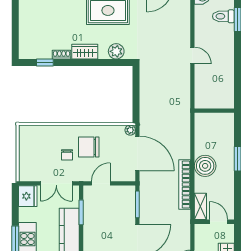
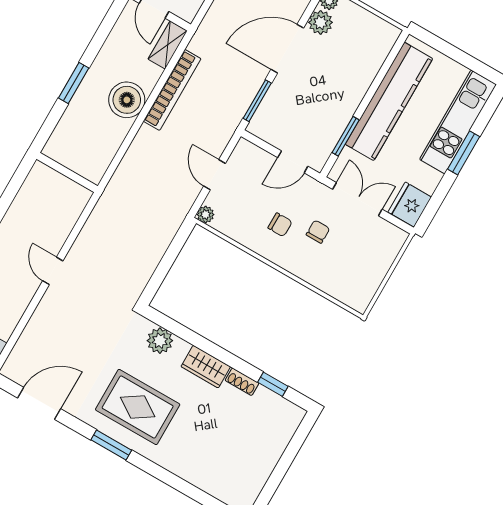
chair: (89, 147) -> (280, 225), width x0.54, depth x0.54
door: (137, 153) -> (215, 175), width x0.53

